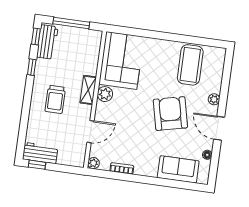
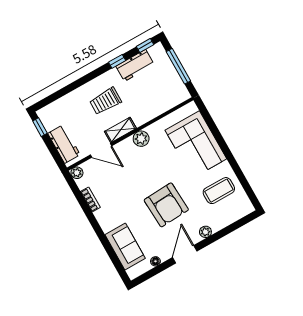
workbench: (47, 42) -> (135, 65), moved
corner sofa: (121, 61) -> (196, 145), moved, turned 90
coffee table: (190, 65) -> (219, 191), width x0.73, depth x0.76
shelving: (88, 90) -> (120, 130), moved
armchair: (170, 114) -> (166, 205), turned 100
workbench: (40, 153) -> (64, 144), moved

